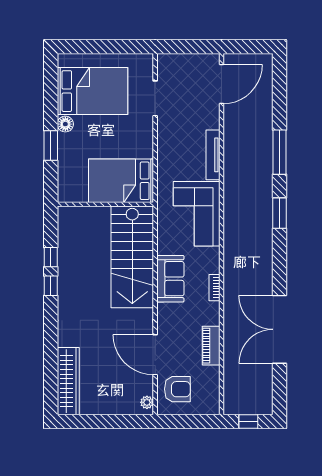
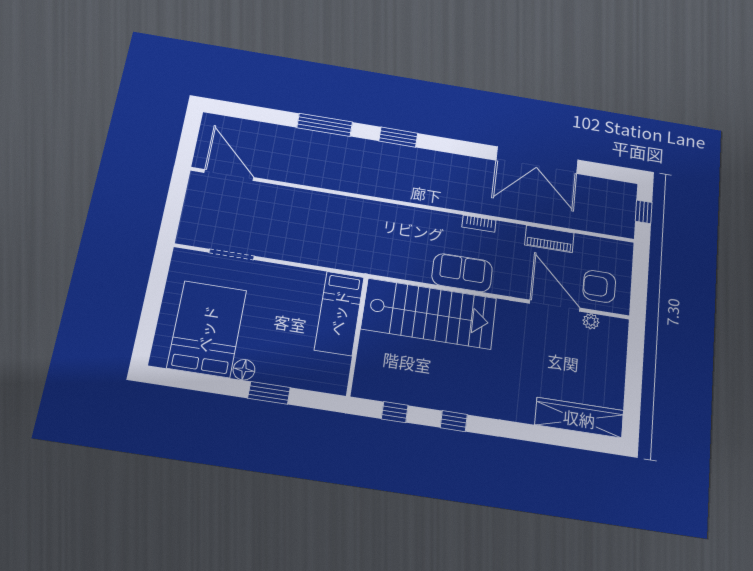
tv unit: (213, 155) -> (315, 199), removed
bed: (121, 181) -> (339, 313), width x0.67
corner sofa: (197, 214) -> (385, 229), removed
window: (51, 257) -> (395, 412), moved
door: (155, 355) -> (555, 306), swing flipped
armchair: (177, 389) -> (599, 286), turned -90
plant: (147, 402) -> (591, 321), moved

